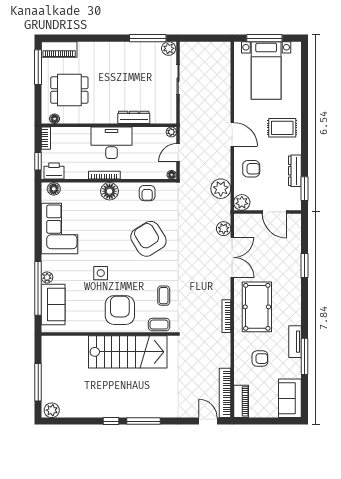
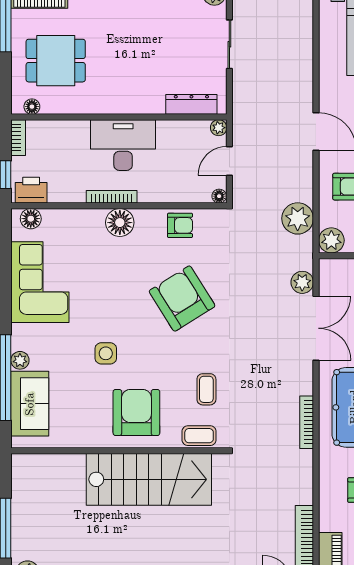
dresser: (134, 117) -> (191, 104), moved
armchair: (147, 193) -> (180, 225), turned -90

